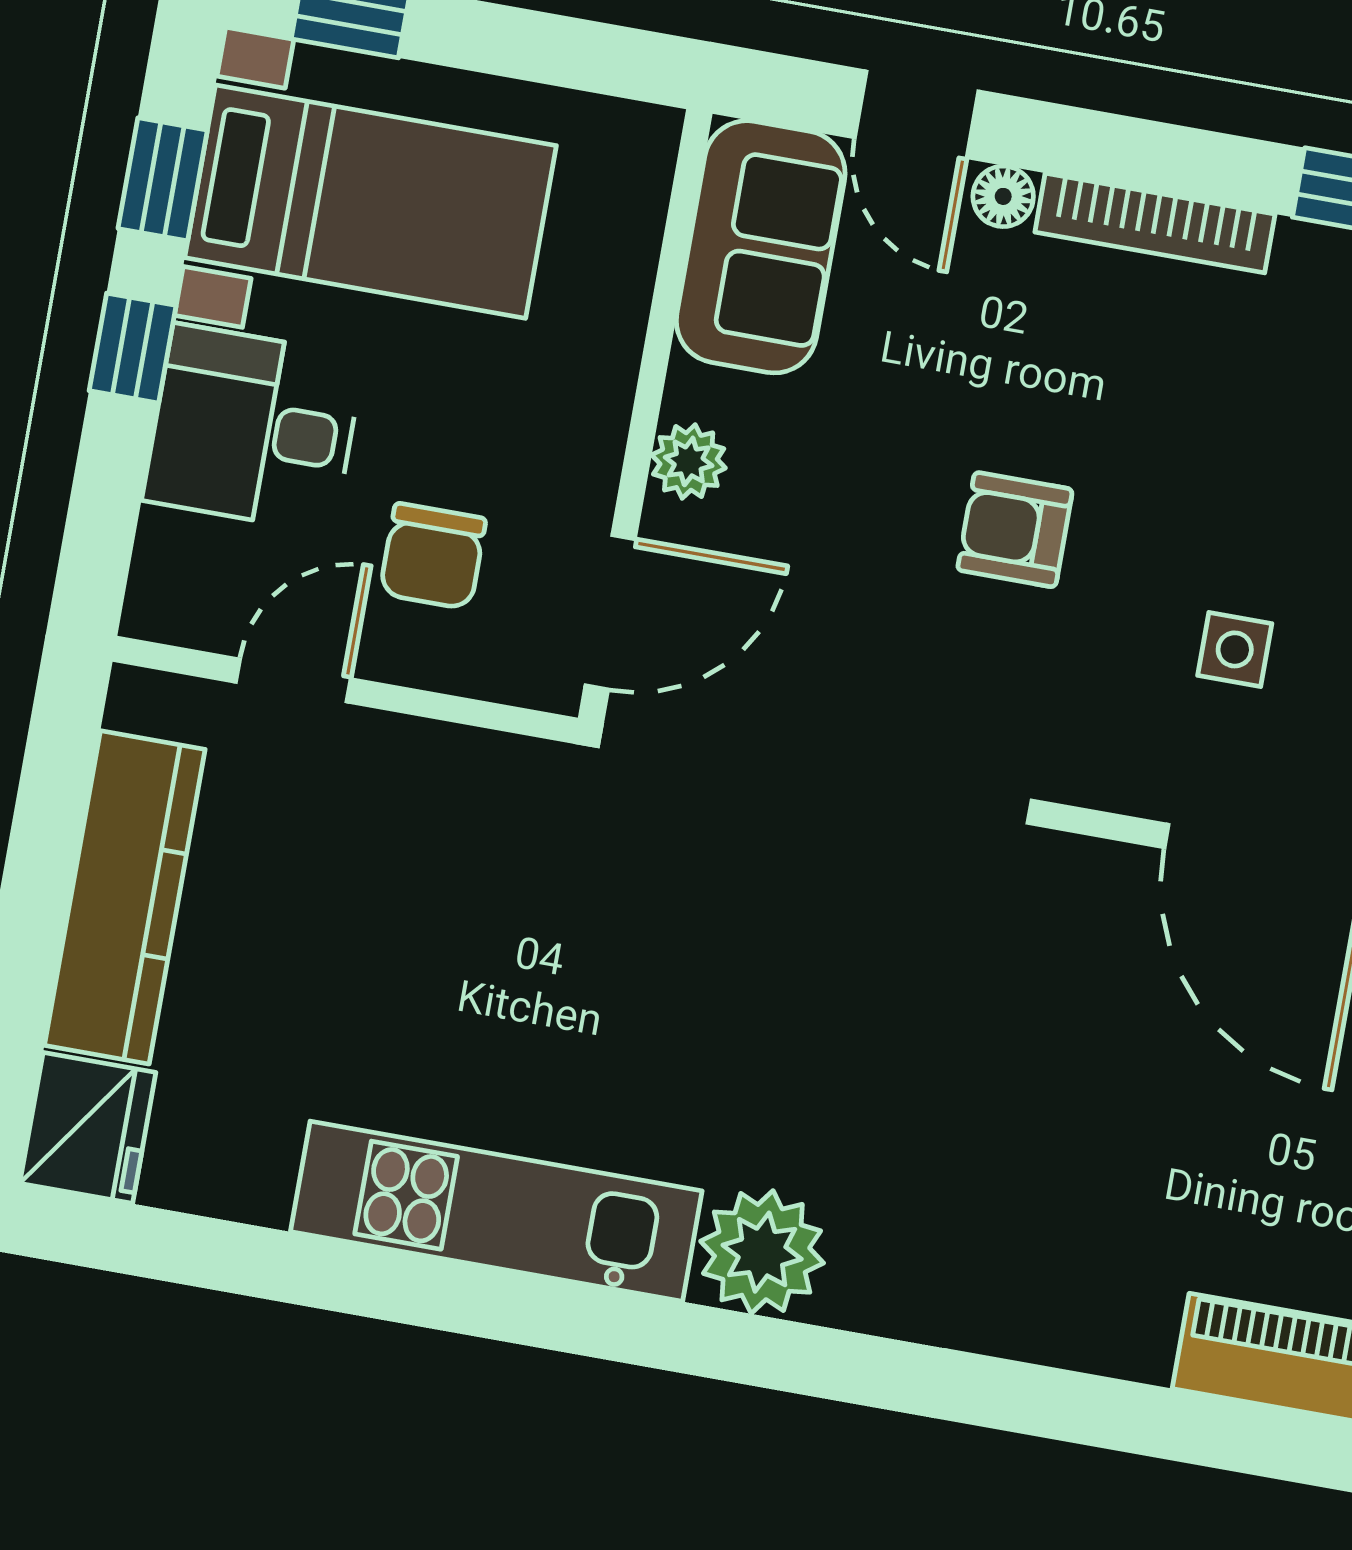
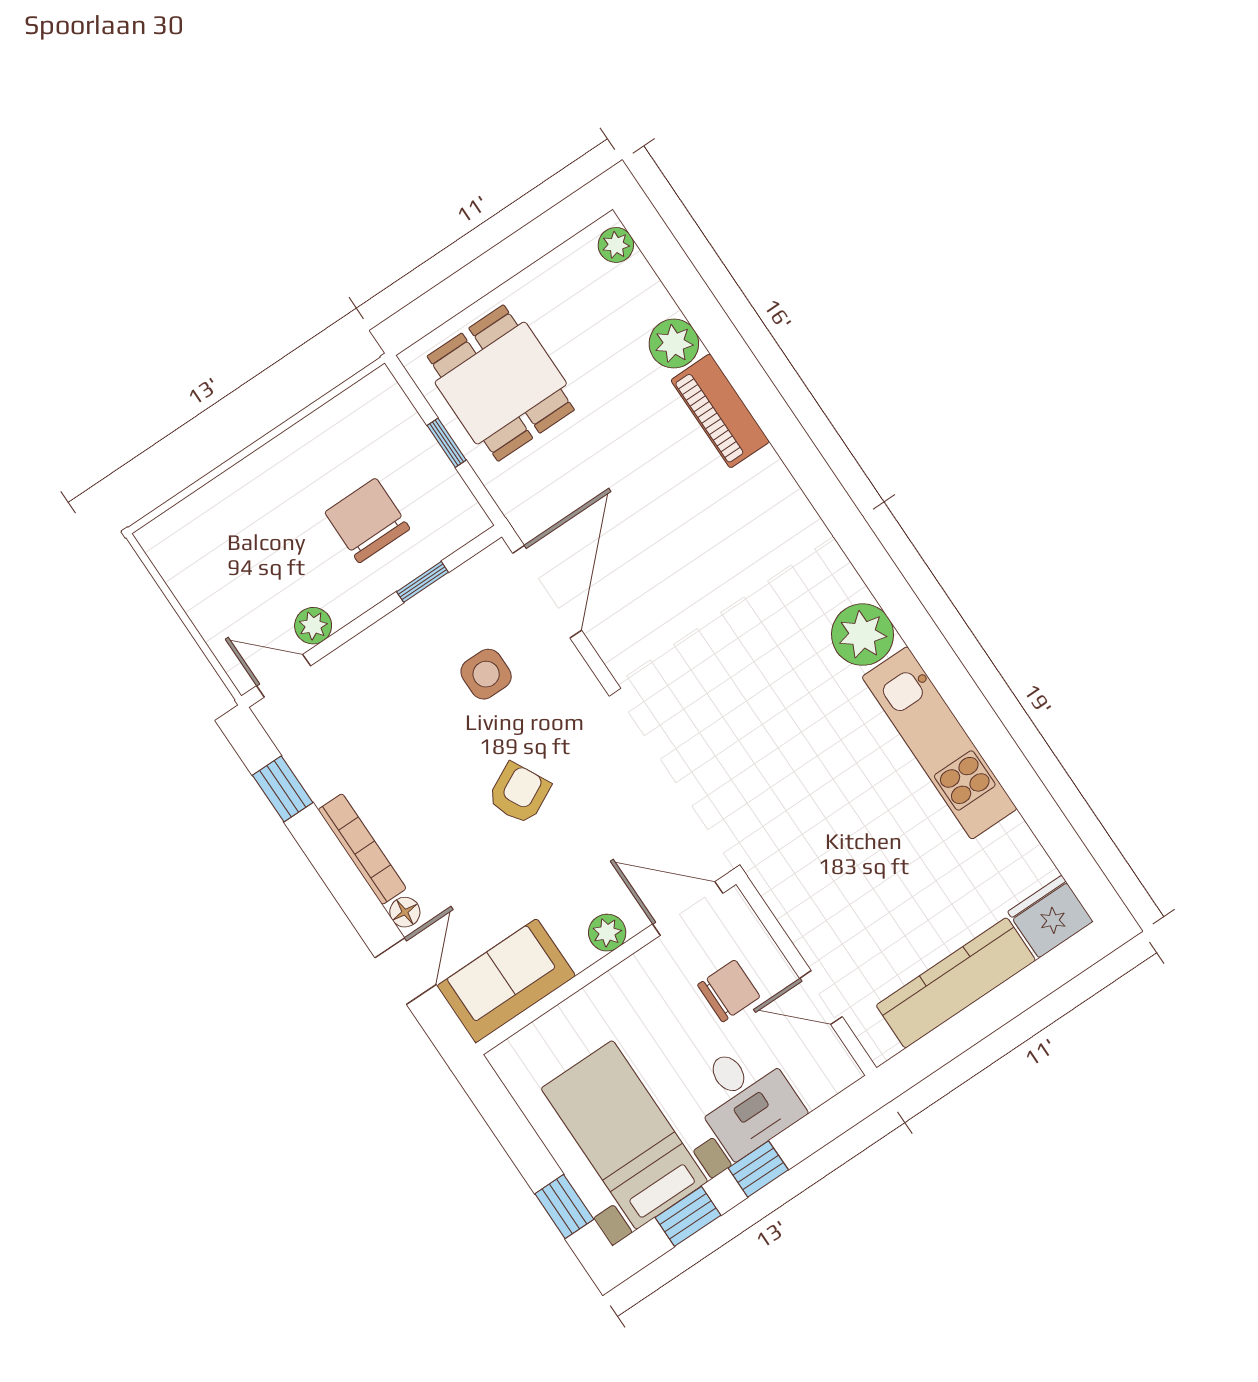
armchair: (1015, 530) -> (519, 793), turned -117
side table: (1235, 649) -> (486, 674), width x1.37, depth x1.37

